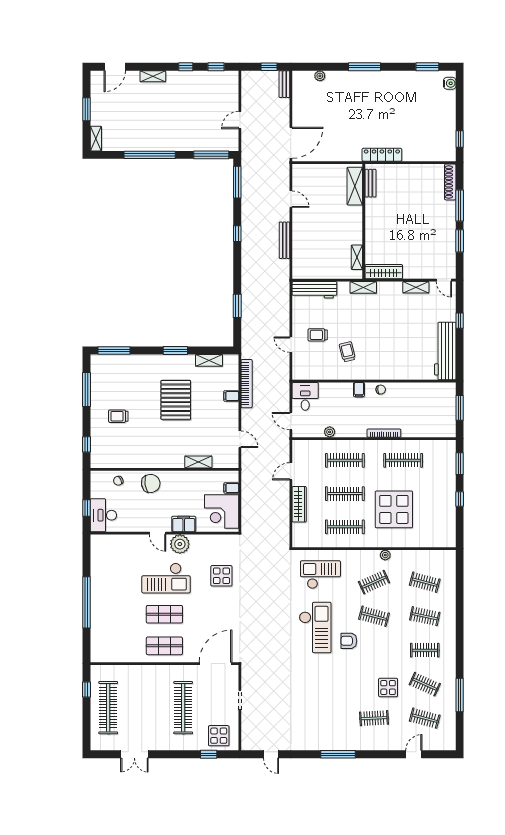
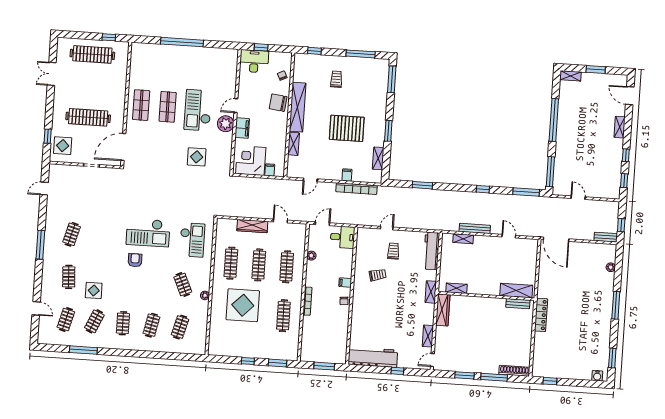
door: (291, 199) -> (509, 236), swing flipped
shelving: (298, 253) -> (463, 239), added
shelving: (154, 460) -> (298, 107), added
chair: (151, 483) -> (278, 103), turned 105
clothes rail: (374, 616) -> (72, 234), moved
door: (216, 664) -> (123, 147), swing flipped

